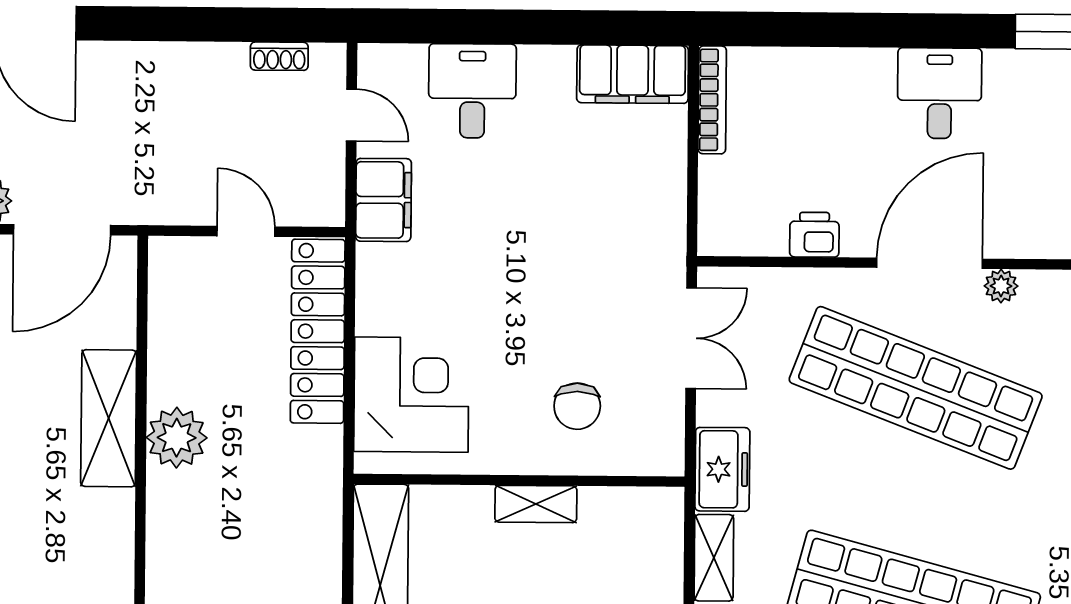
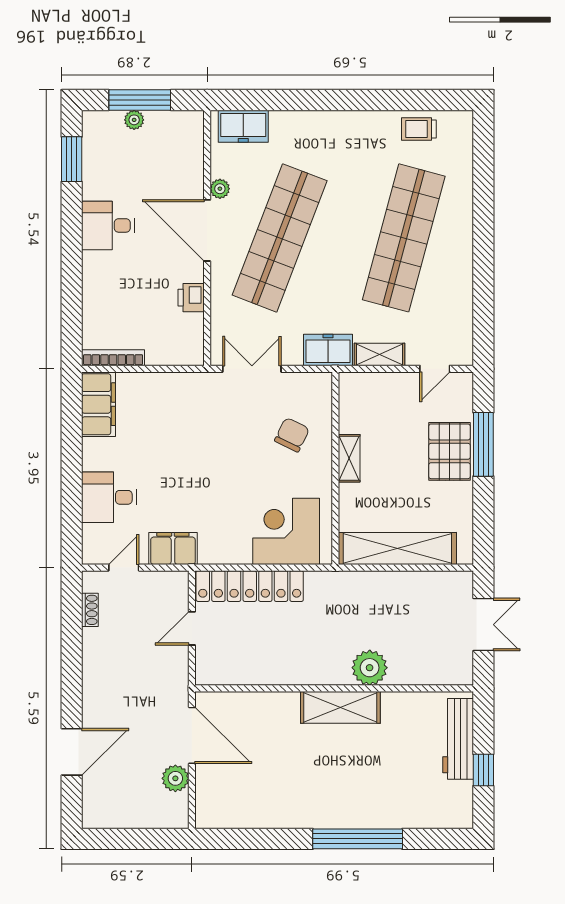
chair: (577, 406) -> (292, 435), turned -64
shelving: (109, 418) -> (340, 707), moved
plant: (177, 438) -> (370, 668), moved

